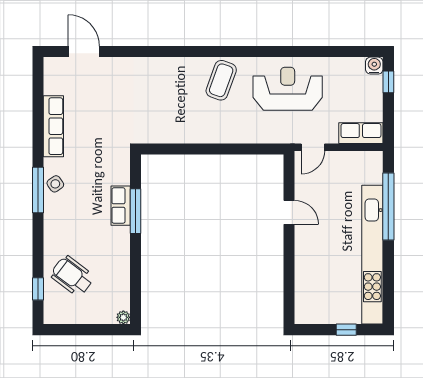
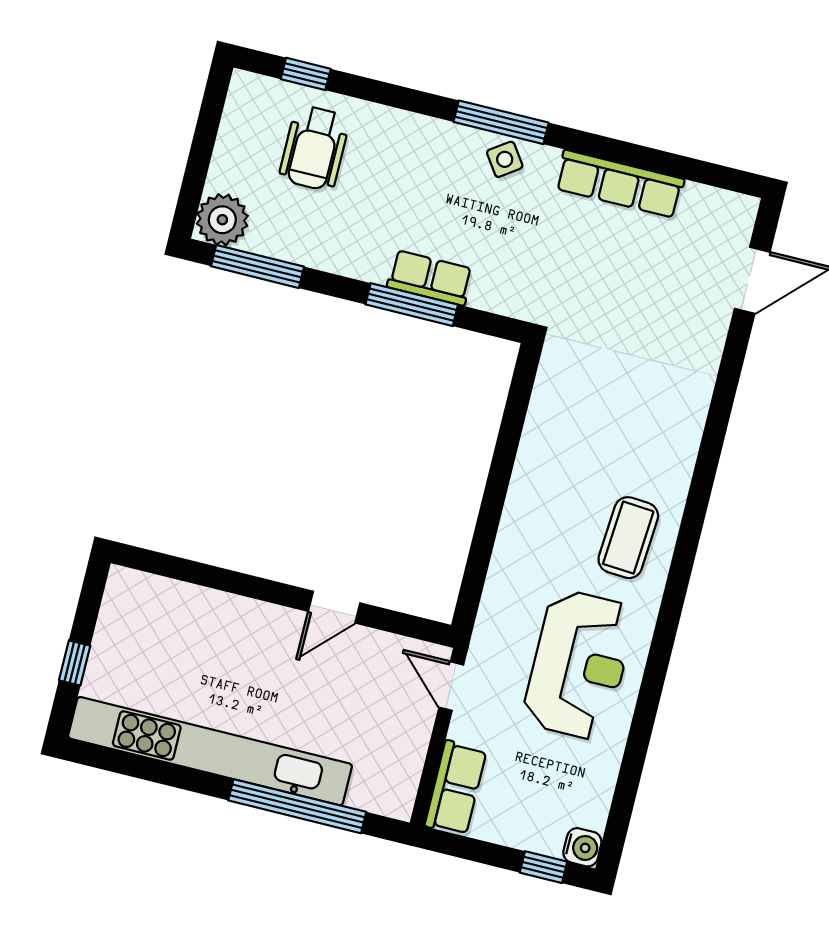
coffee table: (221, 80) -> (628, 538), turned 74
wheelchair: (72, 276) -> (314, 148), turned 143
window: (136, 289) -> (257, 266), added
plant: (123, 317) -> (222, 220), width x1.88, depth x1.88

